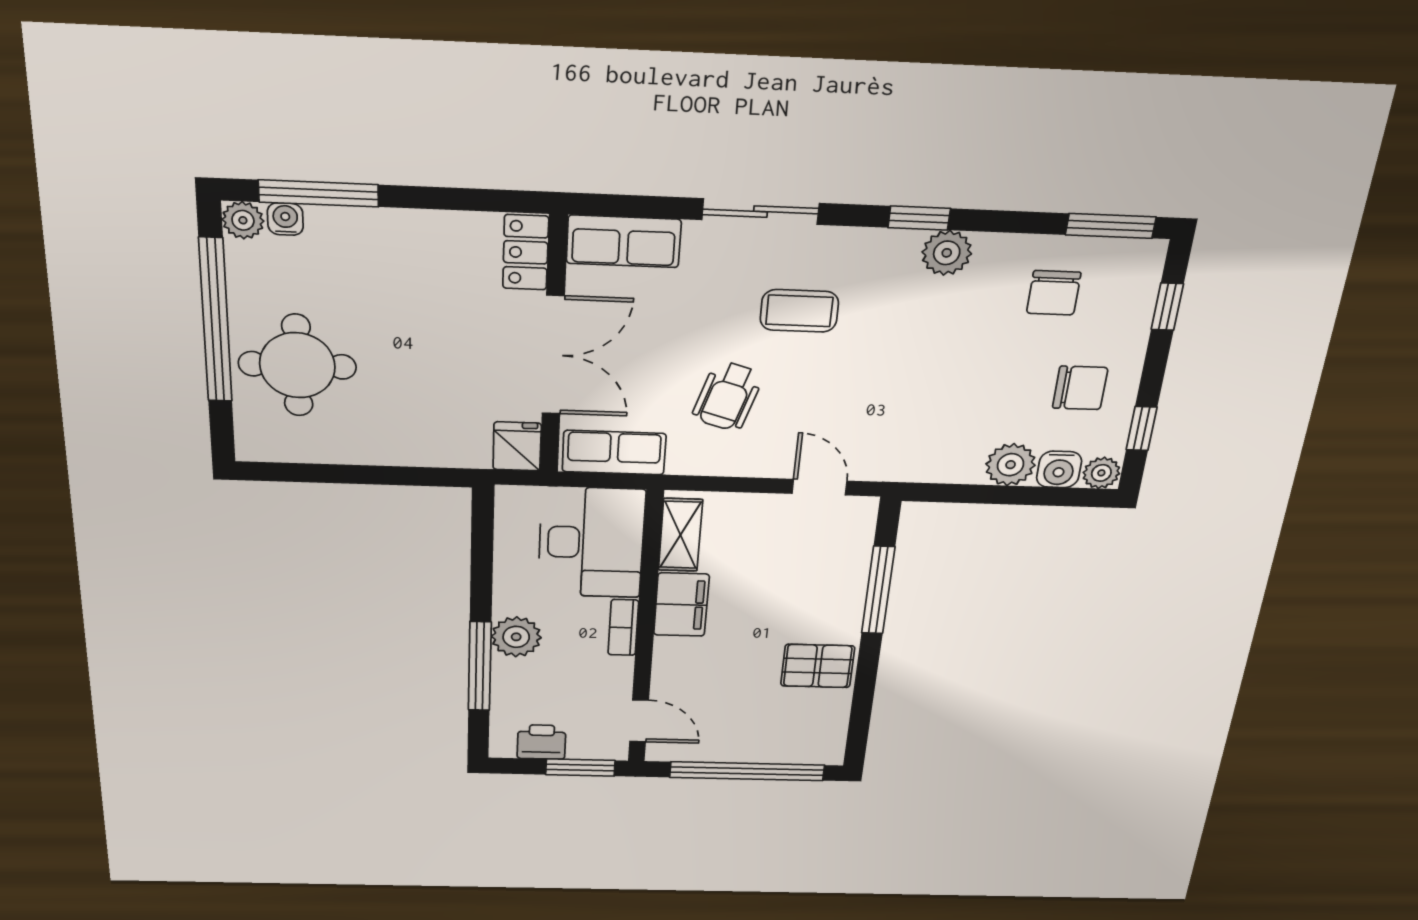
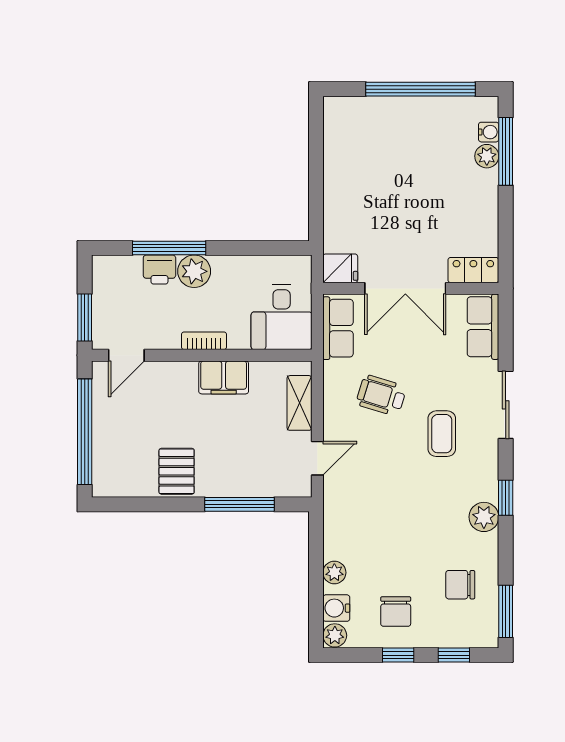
plant: (243, 220) -> (487, 156), moved
round table: (297, 365) -> (392, 136), removed
window: (1142, 428) -> (398, 655), moved
plant: (1011, 465) -> (334, 573), width x0.73, depth x0.73
shelving: (680, 535) -> (299, 403), moved, turned 90
desk: (591, 543) -> (282, 317), width x0.73
printer: (541, 742) -> (159, 270), moved, turned 90

